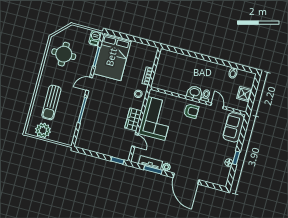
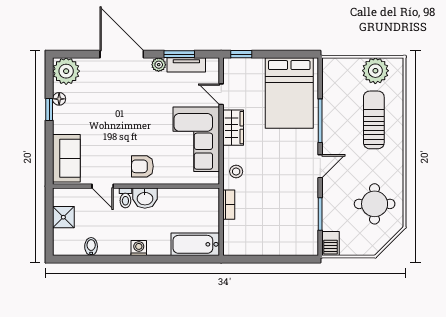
bed: (112, 57) -> (289, 93), moved, turned 180
bathtub: (173, 58) -> (195, 244), added
washing machine: (206, 65) -> (139, 248), added
plant: (220, 177) -> (66, 71), added

